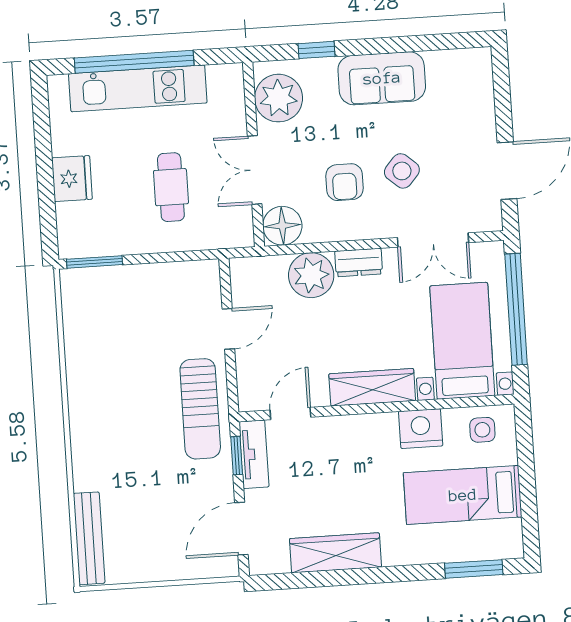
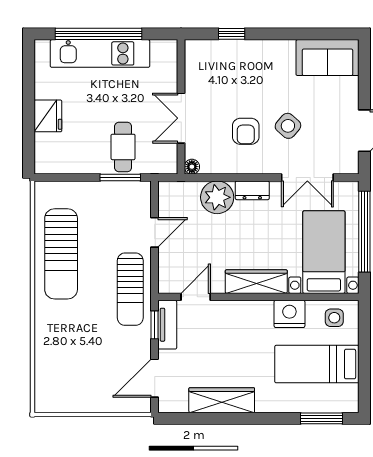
sofa: (382, 78) -> (327, 58), moved
plant: (279, 98) -> (202, 67), removed
cafe table: (171, 187) -> (123, 147), moved
floor lamp: (282, 226) -> (192, 167), width x0.53, depth x0.53
window: (95, 262) -> (120, 178), moved
sun lounger: (102, 367) -> (61, 254), added
bench: (89, 538) -> (43, 378), removed

